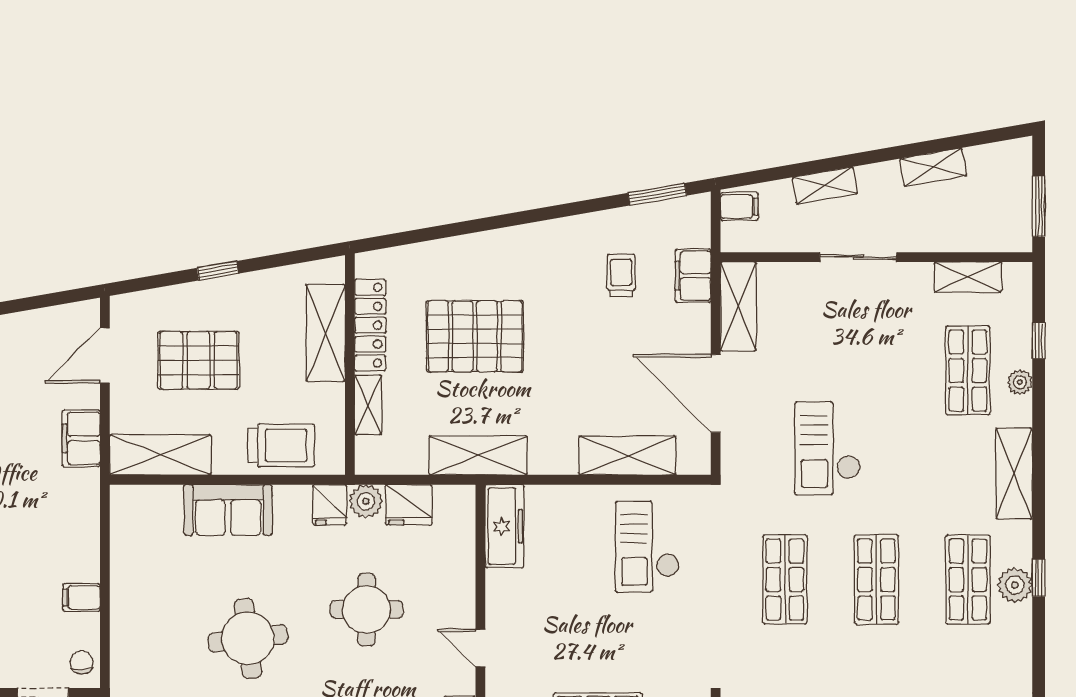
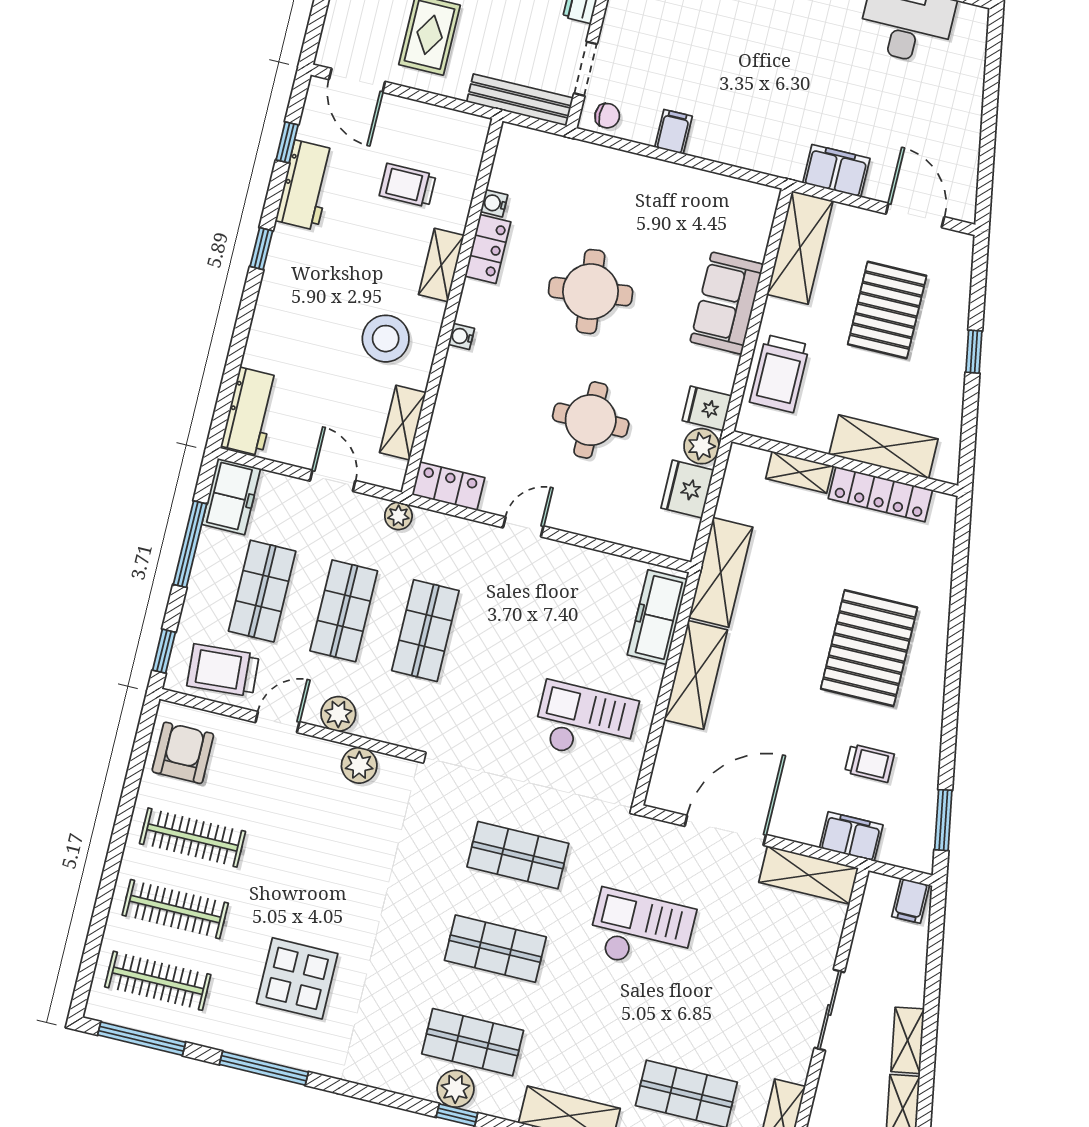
shelving: (825, 186) -> (908, 1040), moved
pallet: (475, 336) -> (869, 648), moved
shelving: (627, 456) -> (696, 675), moved
freezer: (504, 526) -> (657, 617), moved, turned 90

